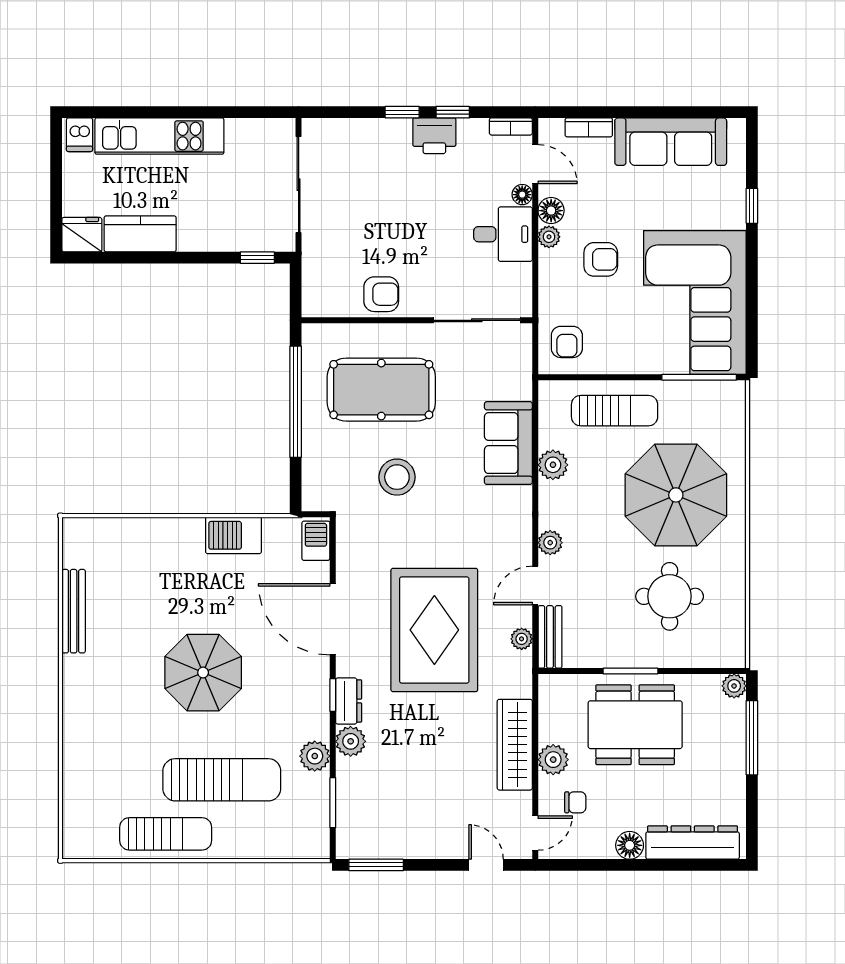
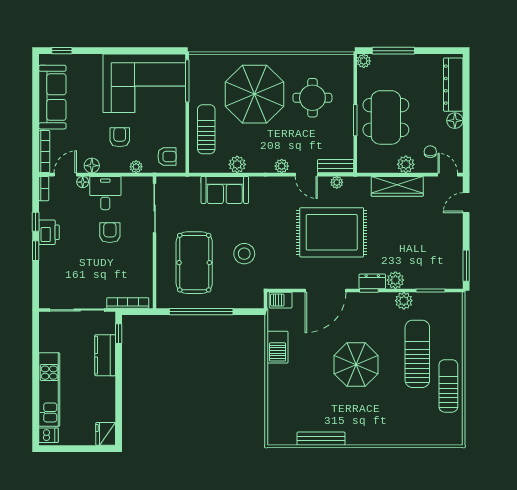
bookcase: (589, 127) -> (44, 152), width x1.56
window: (752, 206) -> (62, 51), moved
kitchen counter: (140, 234) -> (105, 355), moved
plant: (549, 237) -> (136, 167), moved
bookcase: (311, 273) -> (128, 303), added
armchair: (381, 294) -> (110, 233), moved

